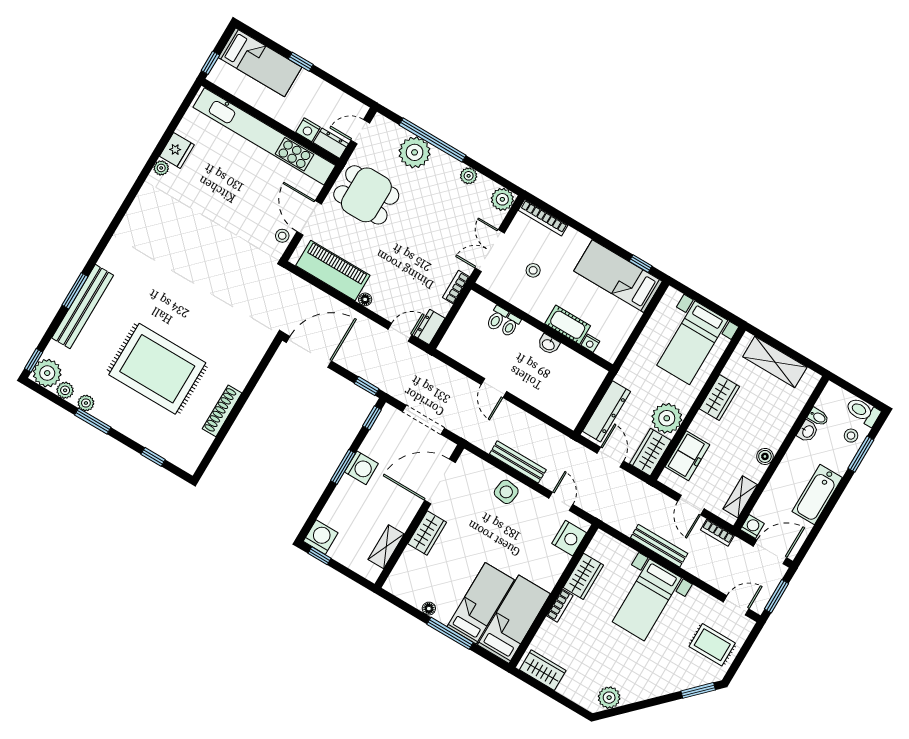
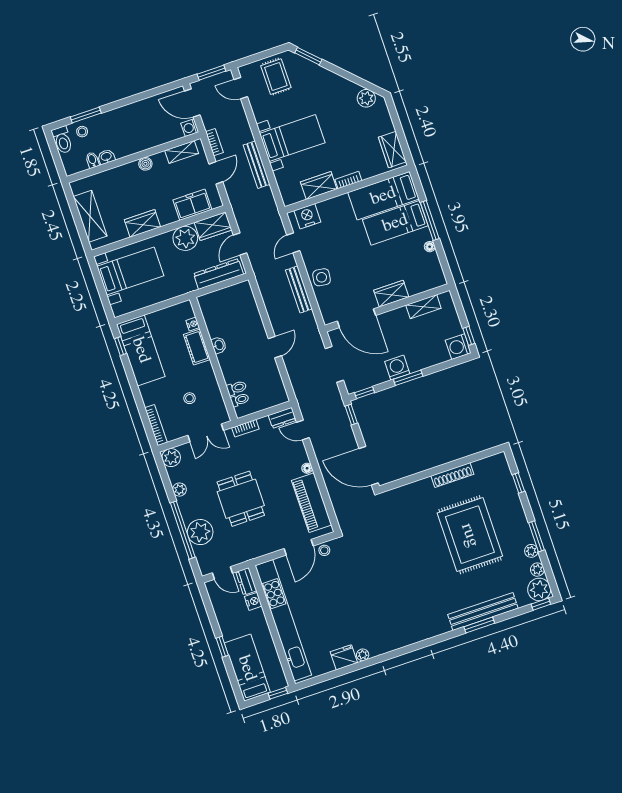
dining table: (366, 195) -> (241, 499), moved
toilet: (511, 325) -> (240, 400), moved
bathtub: (817, 495) -> (133, 113), removed

